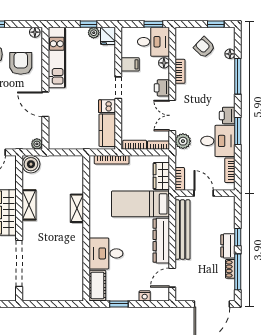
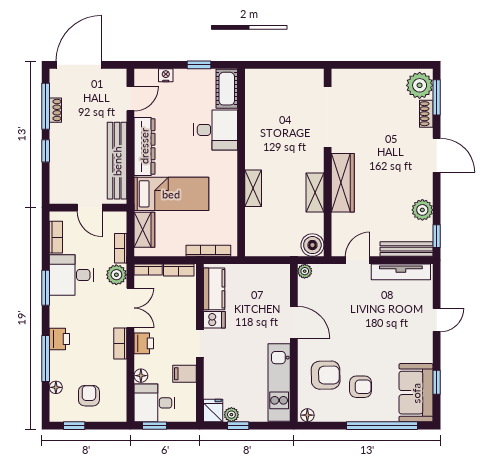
armchair: (204, 47) -> (89, 396), turned -134
armchair: (21, 63) -> (326, 375), turned -91
bookcase: (180, 71) -> (120, 344), moved
printer: (227, 116) -> (59, 339), moved
bookcase: (180, 179) -> (121, 248), moved
dresser: (228, 246) -> (58, 140), removed

